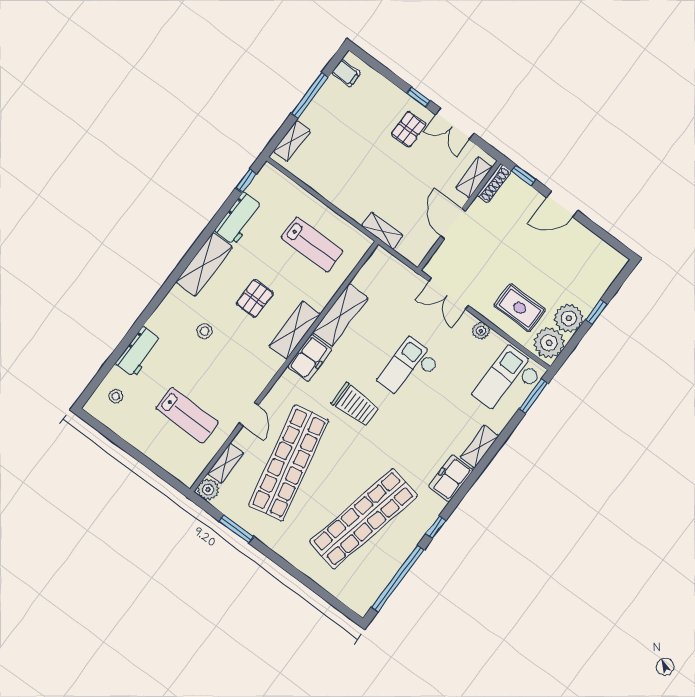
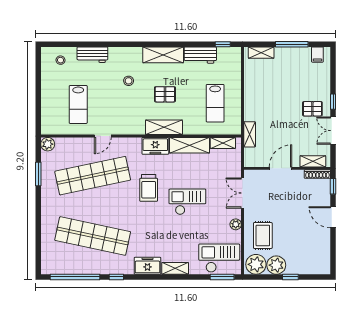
shelving: (225, 463) -> (223, 143), moved

